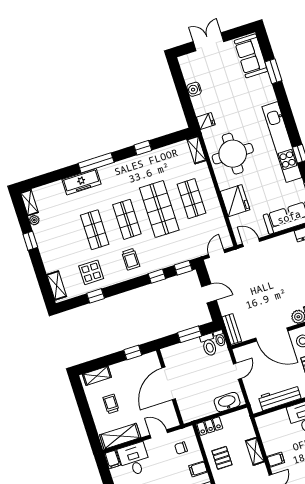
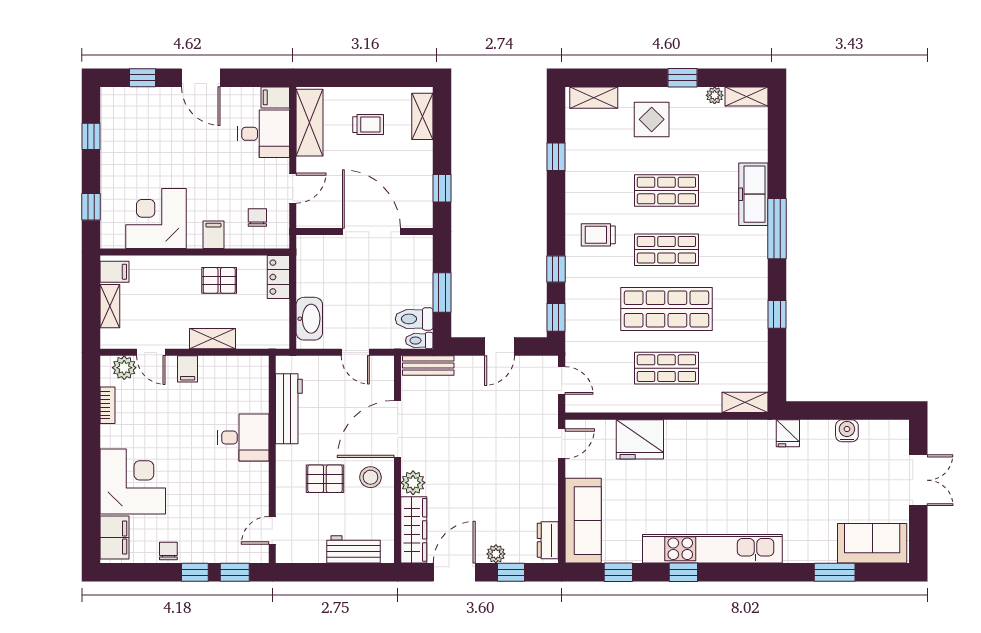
round table: (233, 154) -> (719, 461), removed
display table: (91, 272) -> (652, 119), moved

